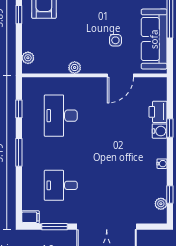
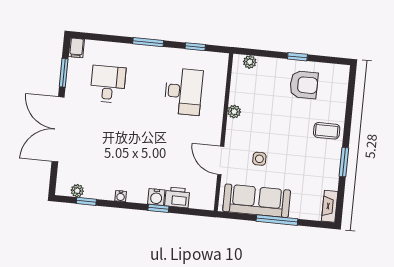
desk: (61, 116) -> (183, 92), turned 90

